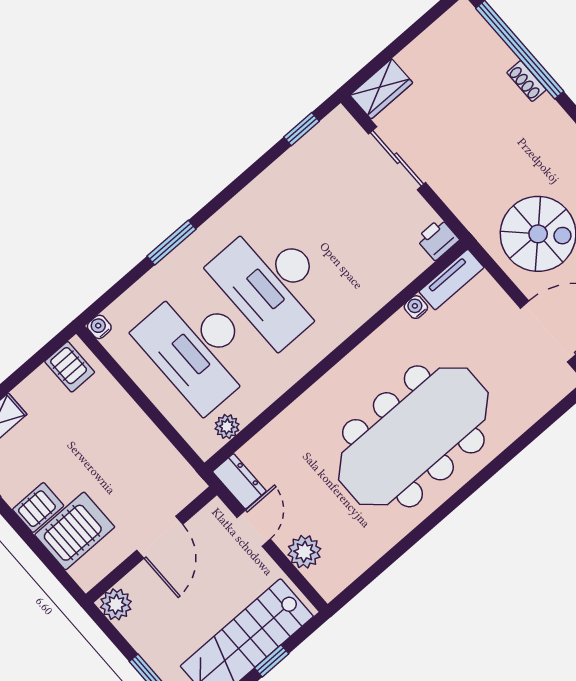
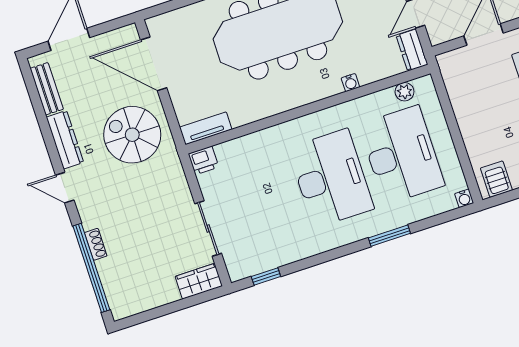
water cooler: (416, 307) -> (350, 83), moved

